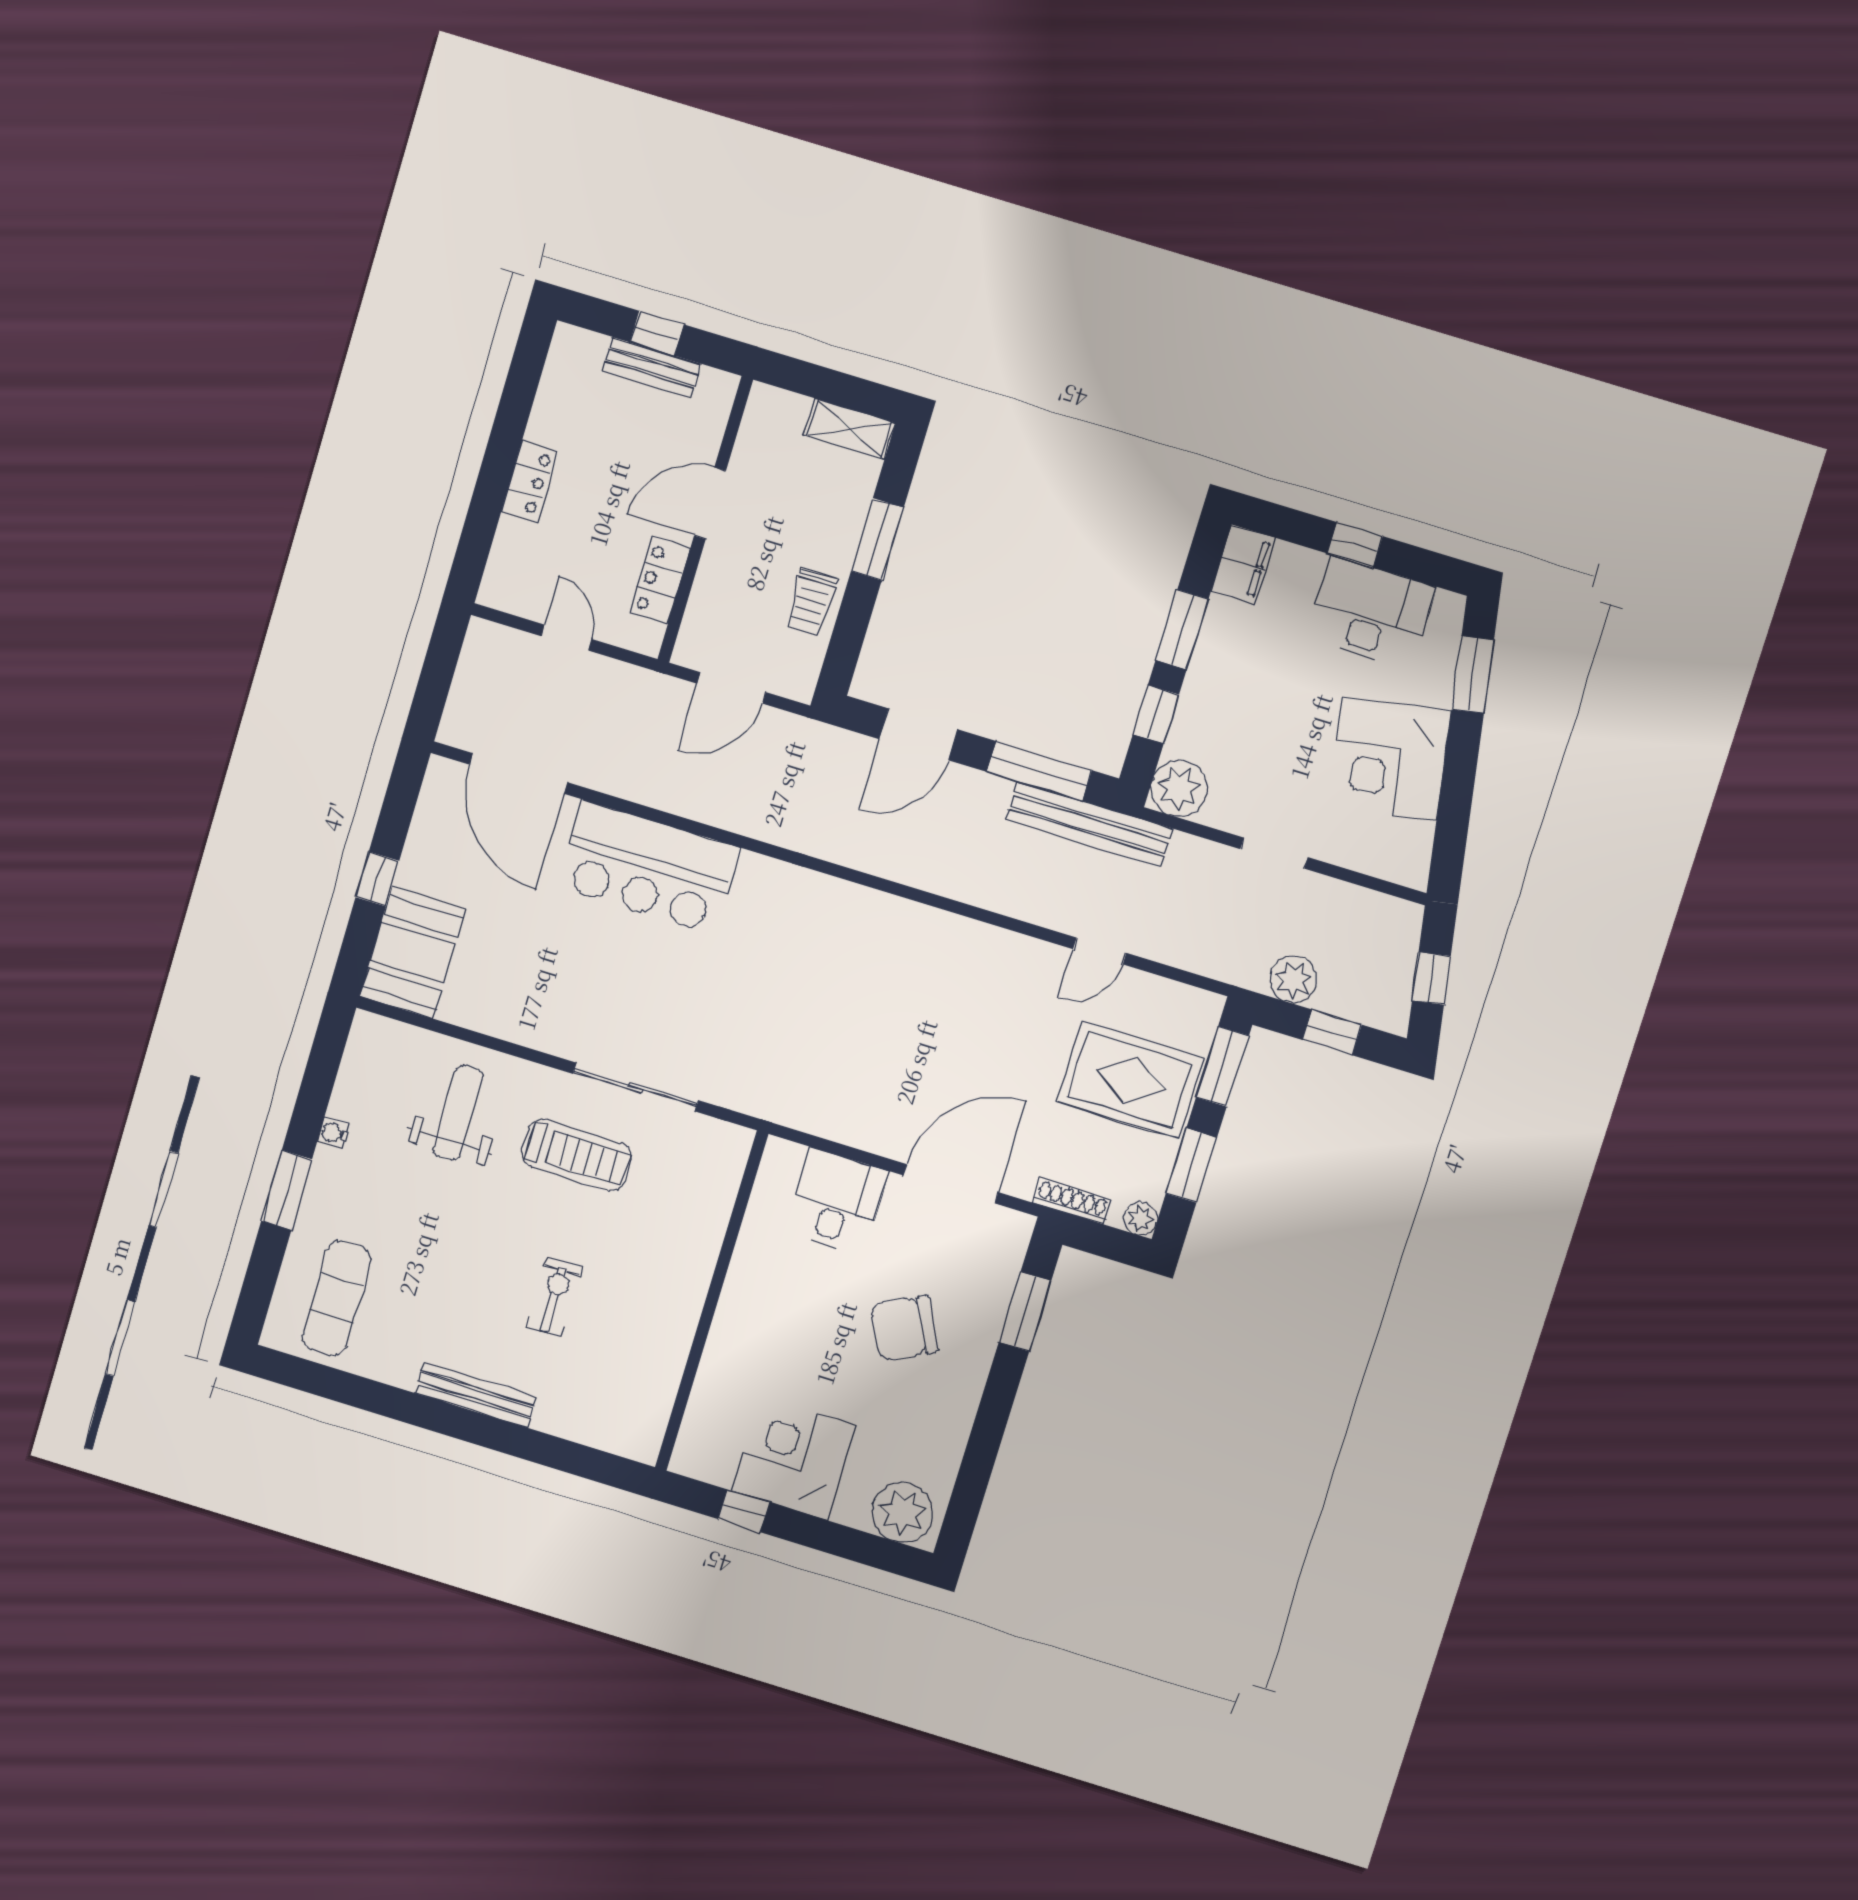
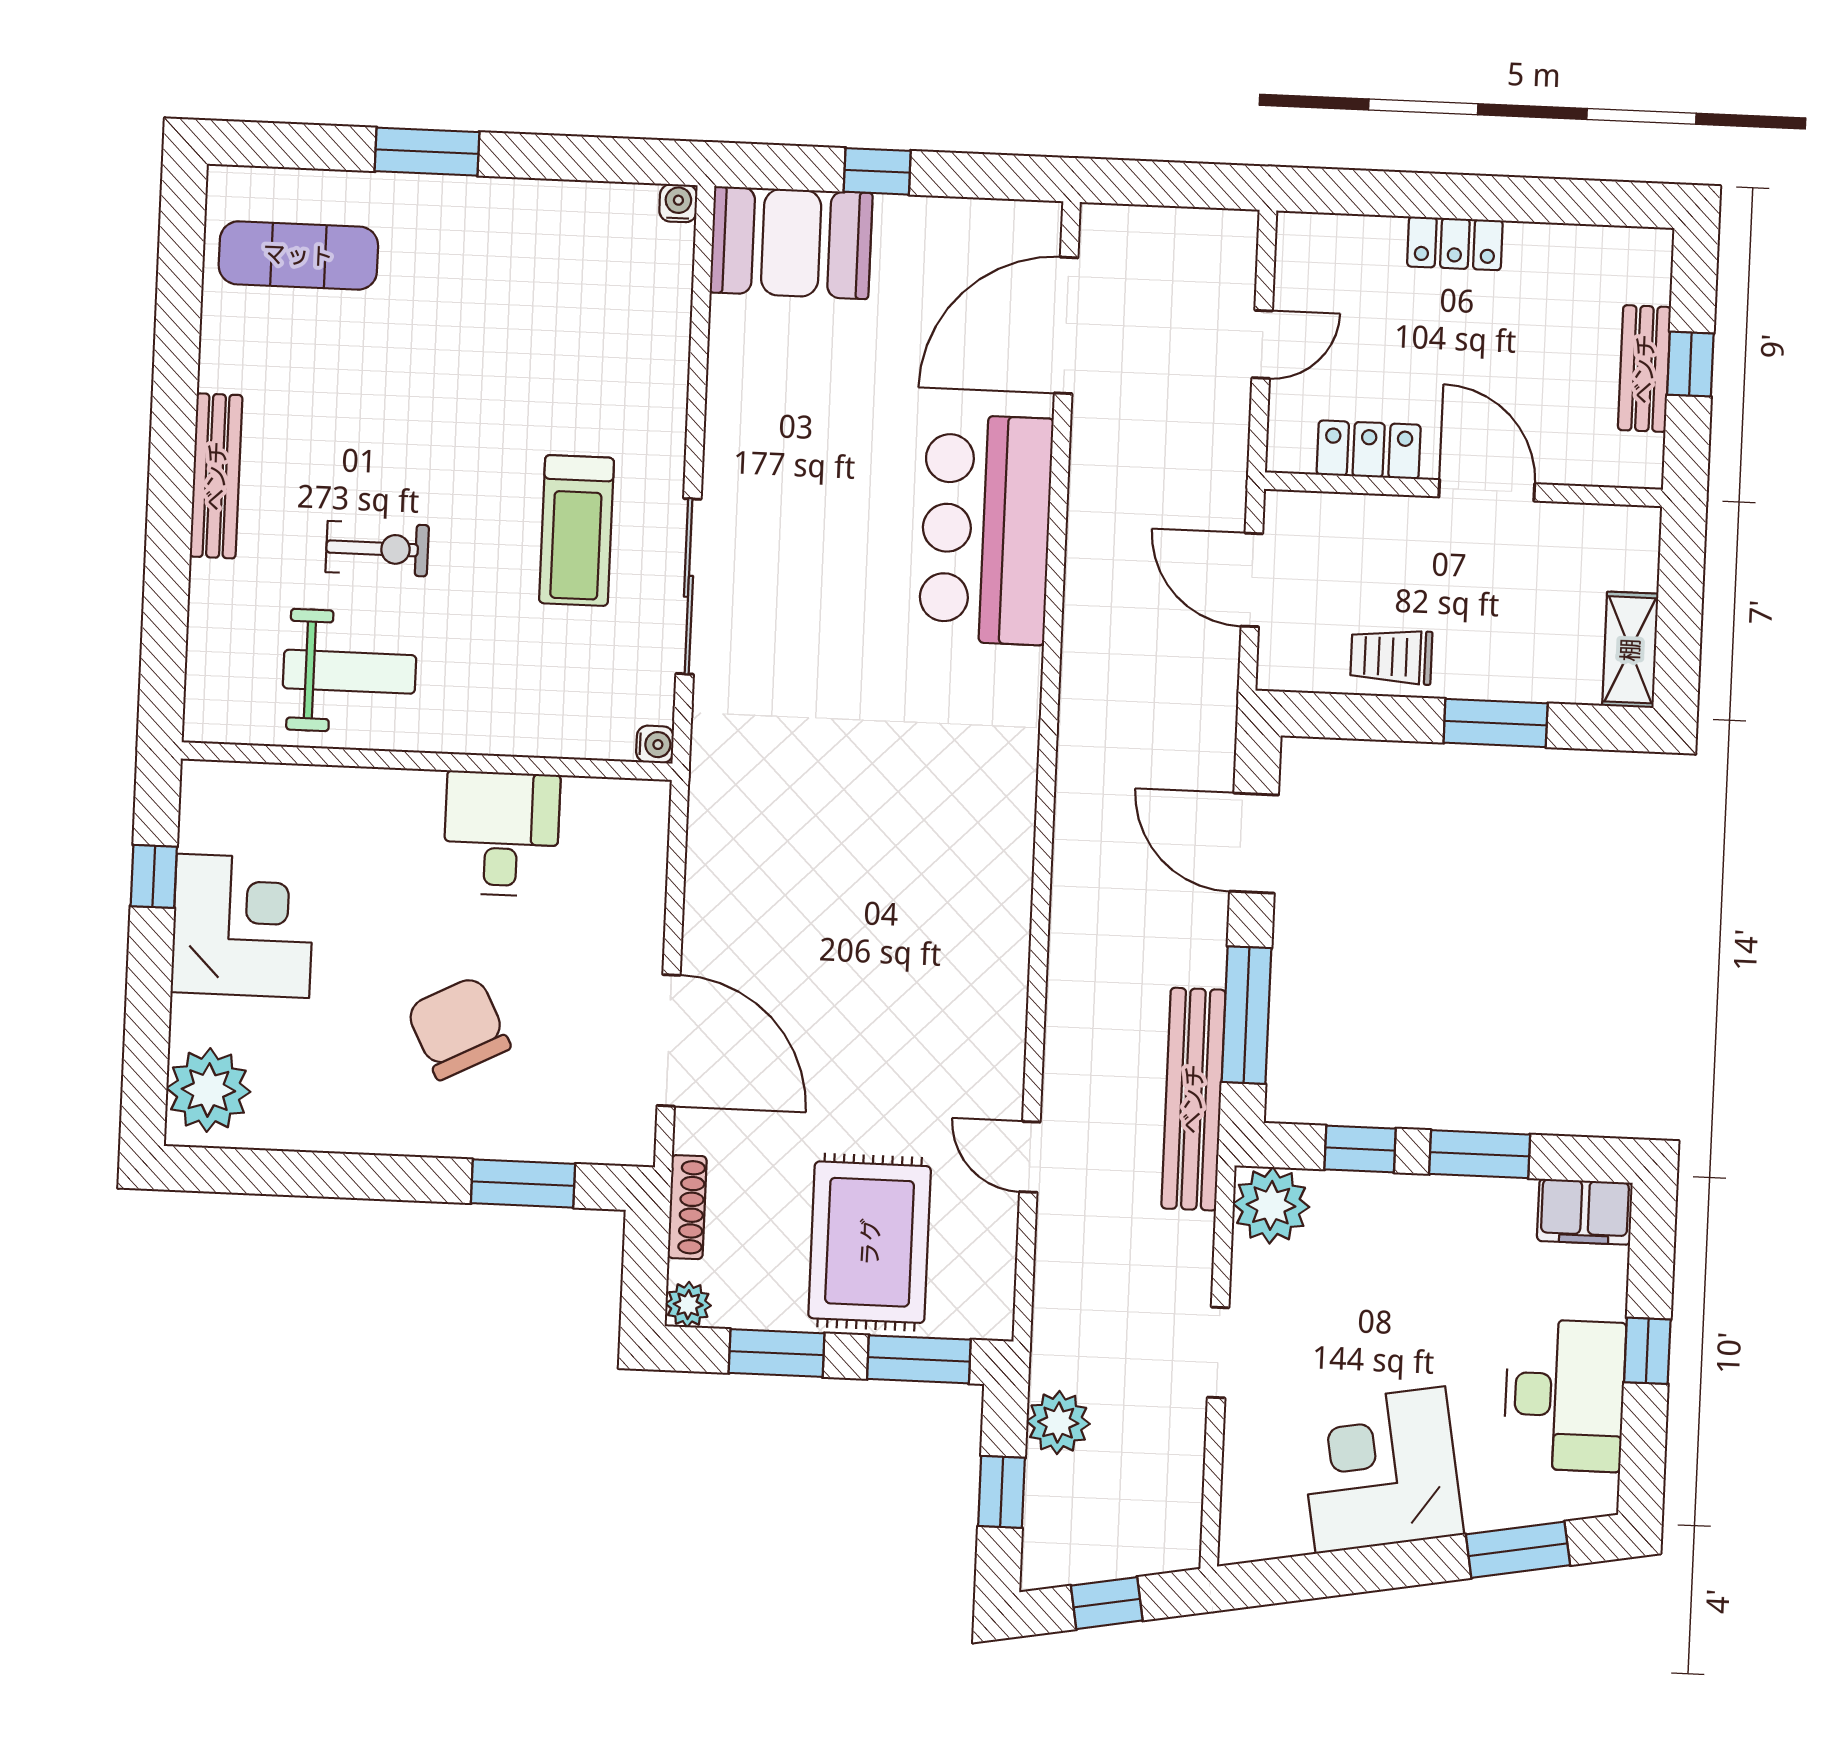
weight bench: (458, 1113) -> (349, 672), moved
water cooler: (334, 1133) -> (678, 203), moved
water cooler: (740, 1139) -> (655, 744), added
desk: (837, 1201) -> (502, 834), moved, turned -90

